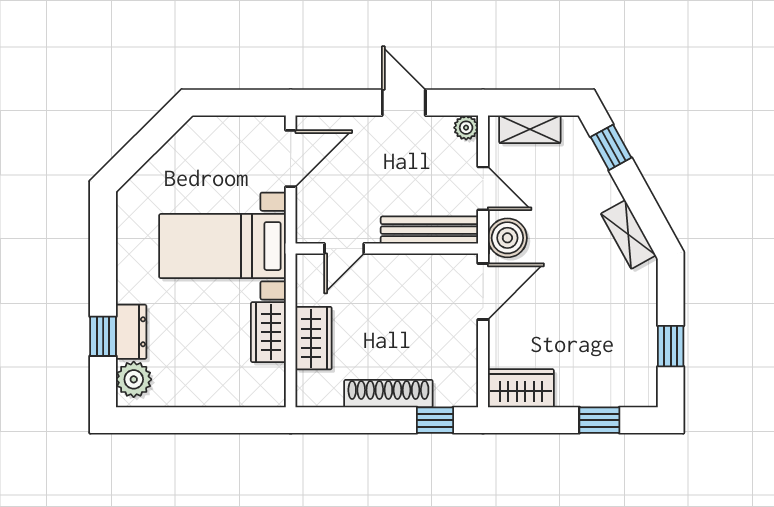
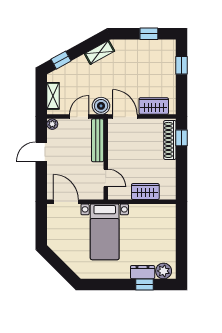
wardrobe: (268, 332) -> (143, 211), removed
wardrobe: (521, 388) -> (154, 106), moved, turned 90
shoe rack: (388, 394) -> (170, 140), moved

